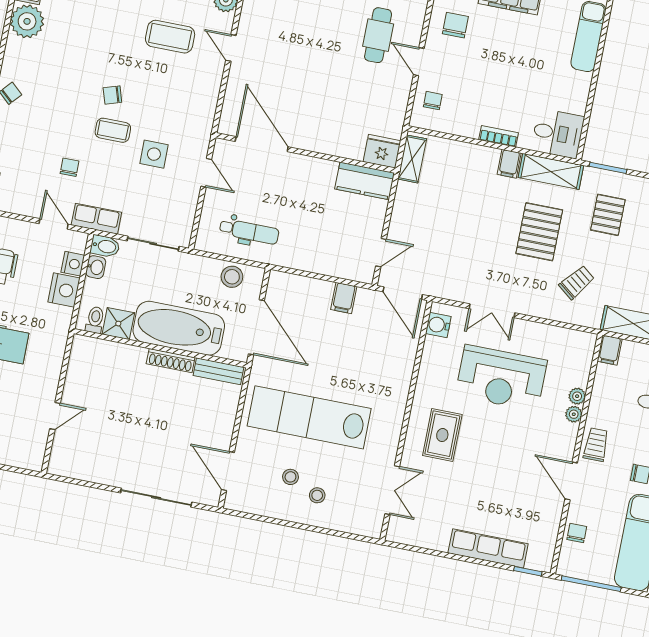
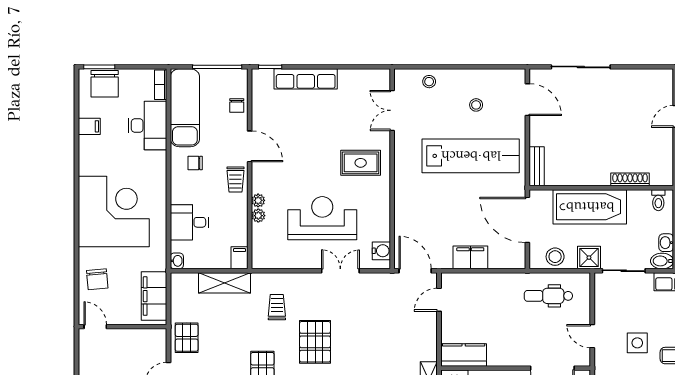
trolley: (577, 282) -> (277, 307), turned 142
filing cabinet: (344, 298) -> (470, 257), width x2.00
shower: (118, 324) -> (589, 258), moved
shoe rack: (171, 361) -> (630, 179), moved
bench: (219, 371) -> (537, 166), moved, turned 90
rug: (442, 435) -> (361, 163), turned 90
stool: (317, 495) -> (429, 82), moved

